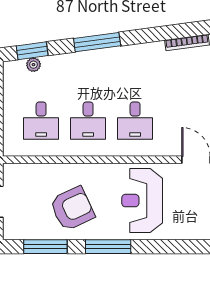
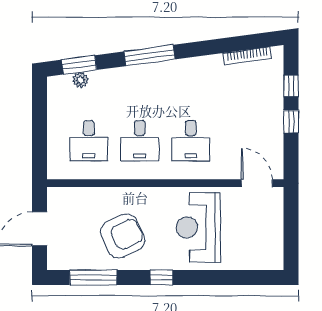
window: (108, 247) -> (161, 277), width x0.46

